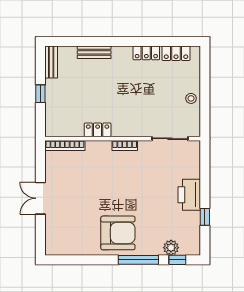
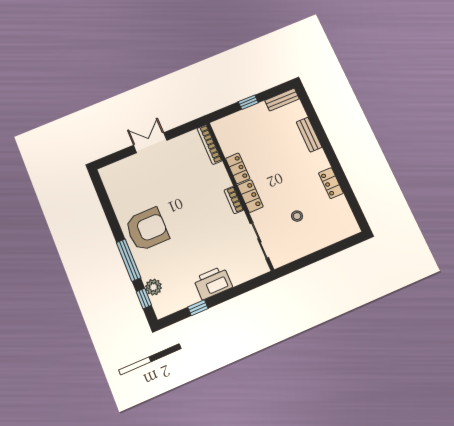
locker: (176, 53) -> (250, 196), moved, turned 180
stool: (191, 98) -> (297, 216), moved
armchair: (118, 233) -> (147, 229), turned -90

